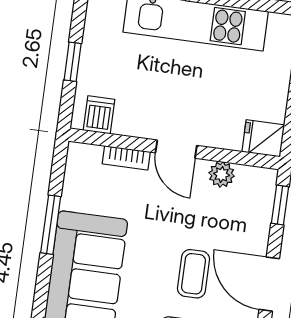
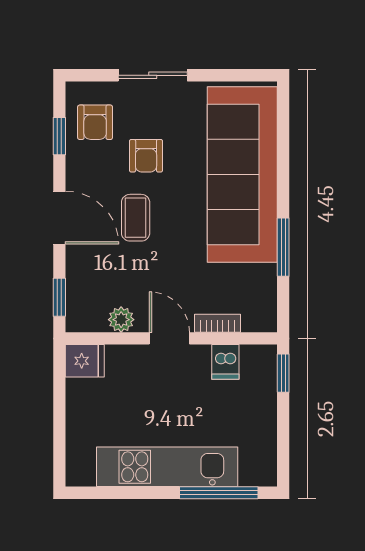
window: (73, 62) -> (283, 373), moved
dishwasher: (99, 115) -> (225, 362), moved

